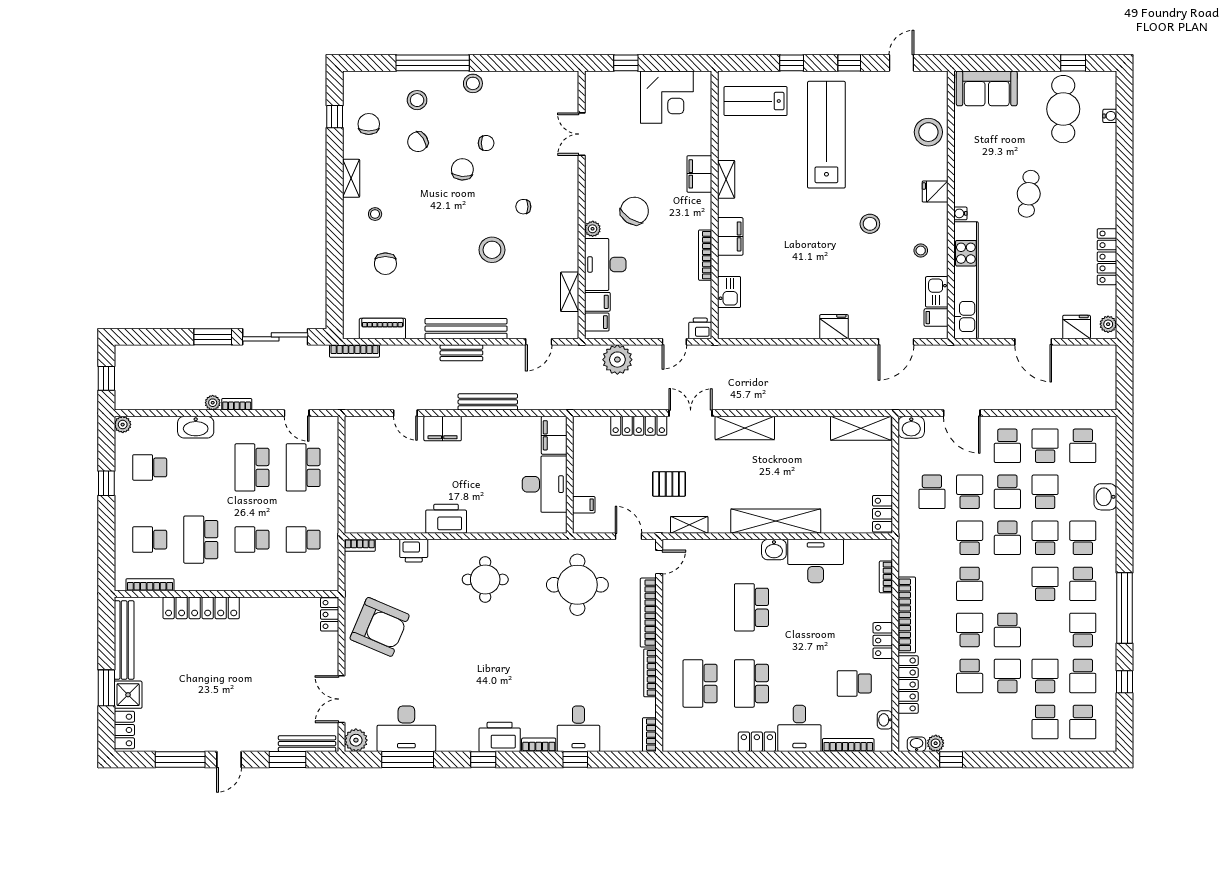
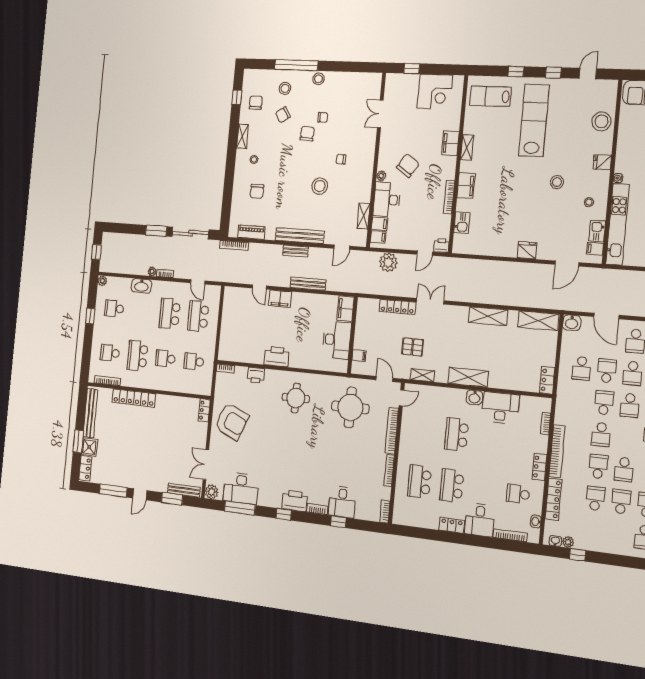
shelving: (745, 428) -> (488, 316), moved
shelving: (776, 521) -> (468, 377), width x0.68
school desk: (970, 676) -> (595, 498), turned 180

